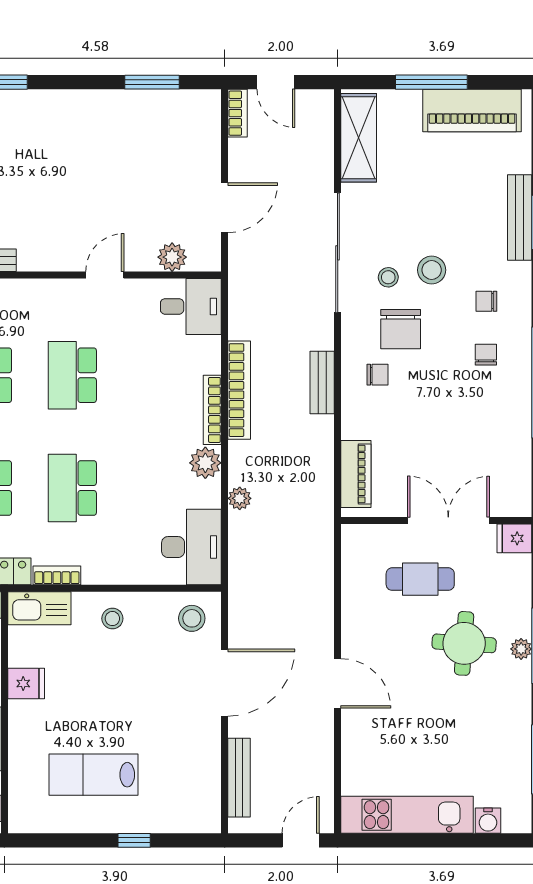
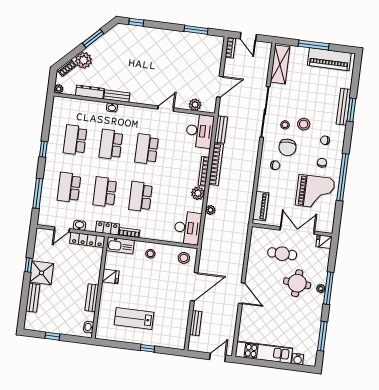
desk: (191, 306) -> (200, 131), width x1.37
bench: (322, 382) -> (221, 129), moved
grand piano: (479, 425) -> (315, 192), added
bench: (239, 778) -> (196, 323), width x0.73

